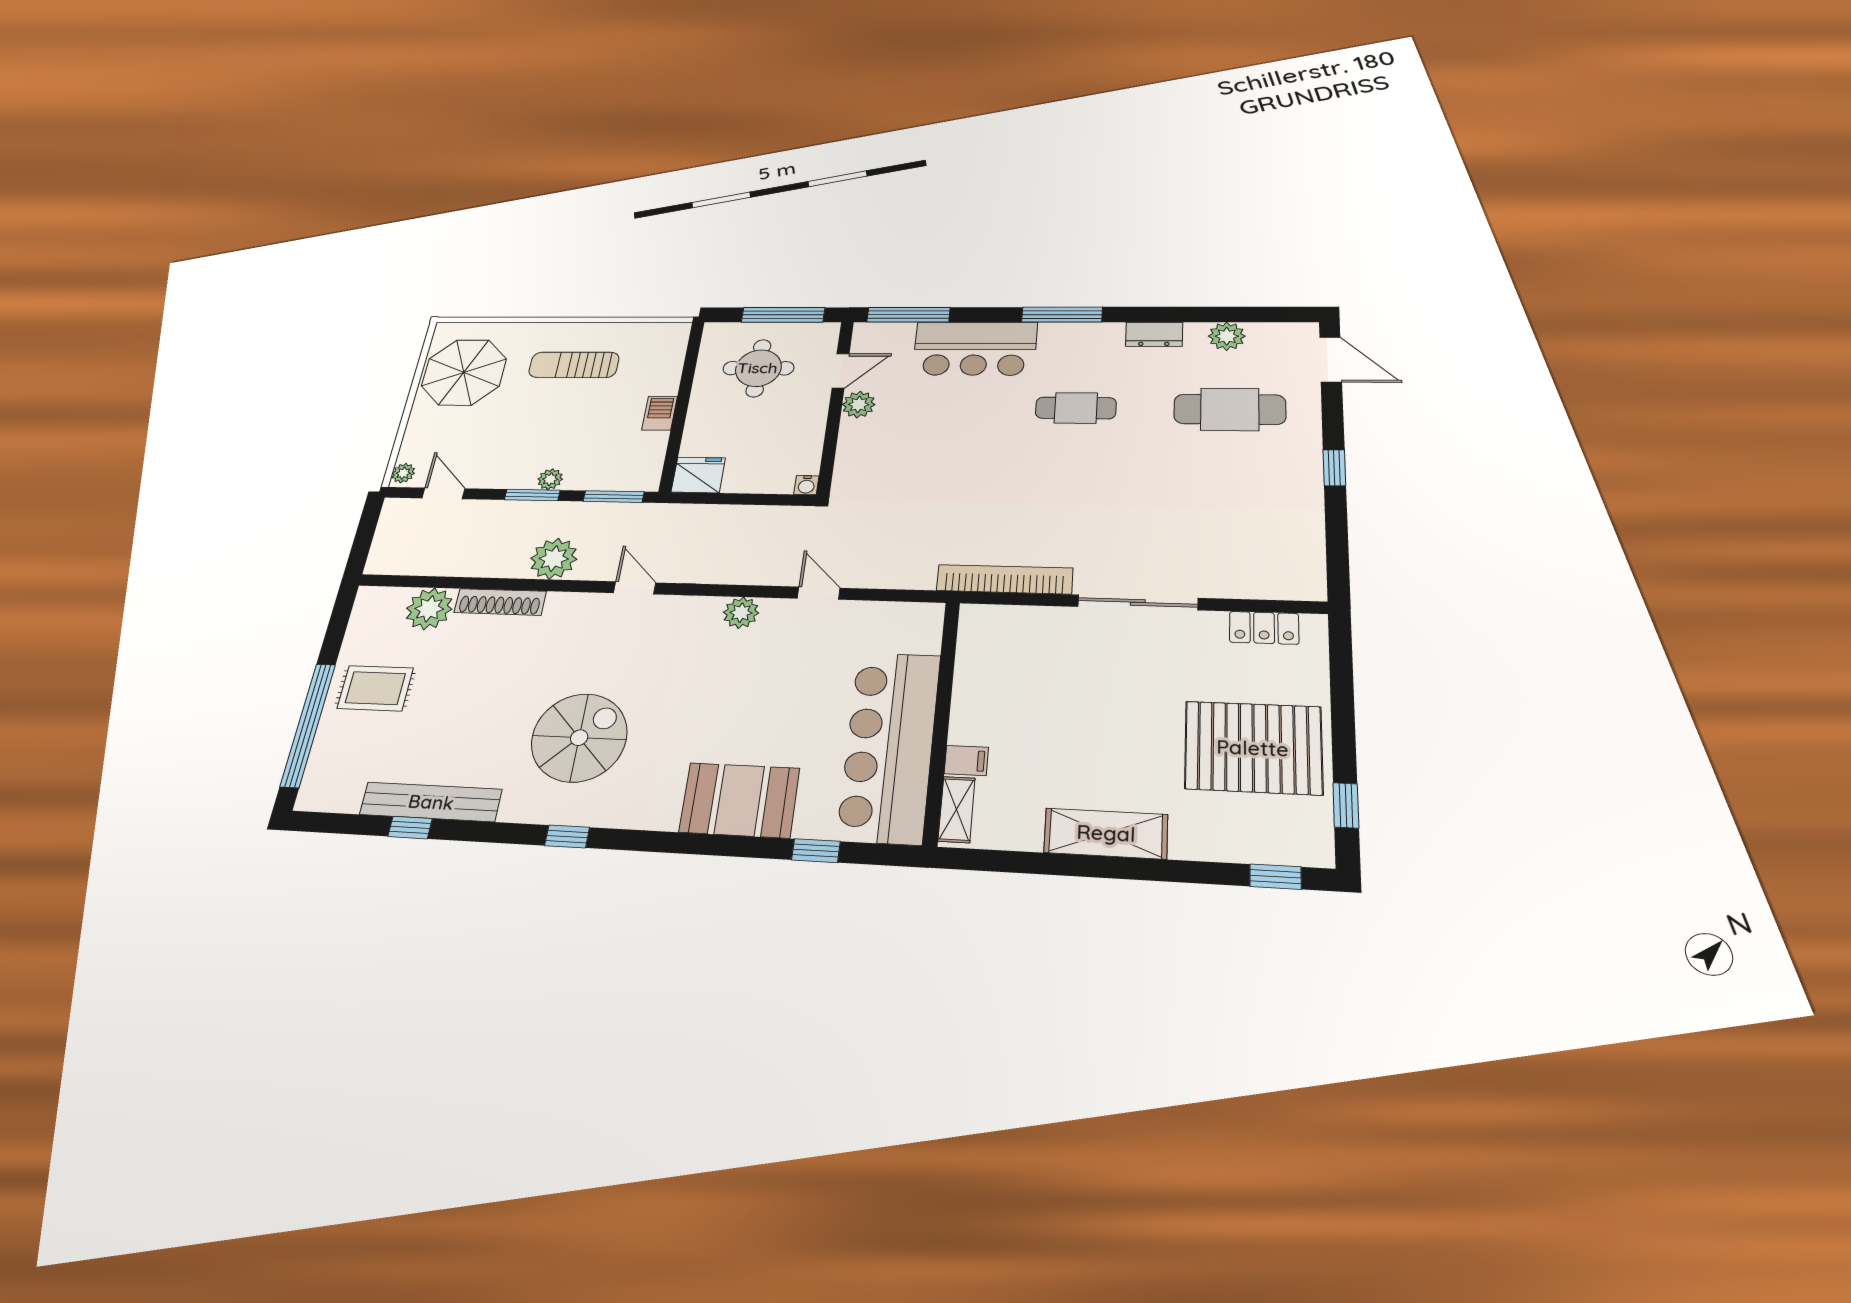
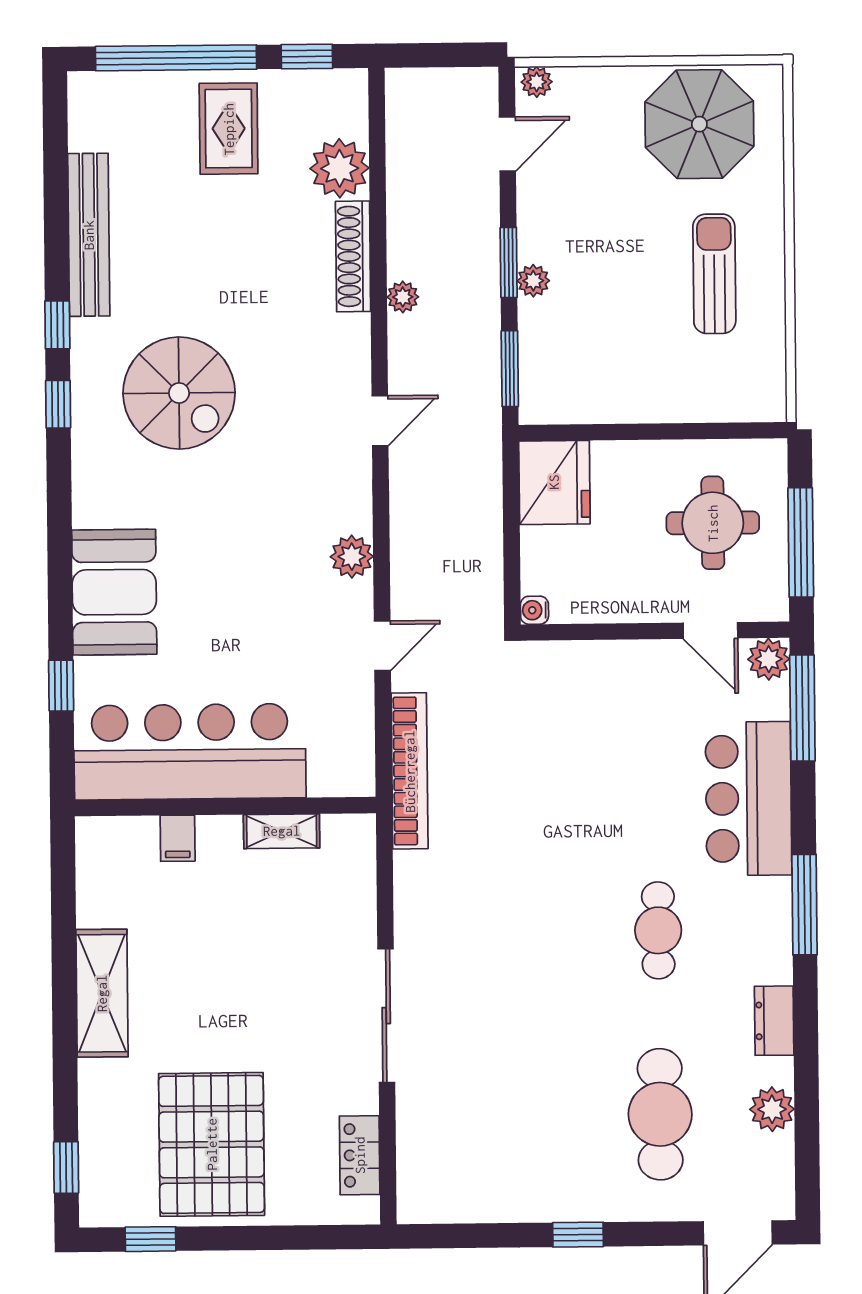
plant: (859, 404) -> (769, 659), moved
barbecue: (660, 413) -> (639, 404), removed
fridge: (698, 475) -> (554, 482), width x1.36, depth x1.34
plant: (554, 559) -> (403, 297), width x0.53, depth x0.53
bookcase: (1004, 579) -> (410, 771), moved
window: (337, 628) -> (307, 56), added
shelving: (957, 809) -> (282, 831), moved
window: (410, 828) -> (57, 325), moved

